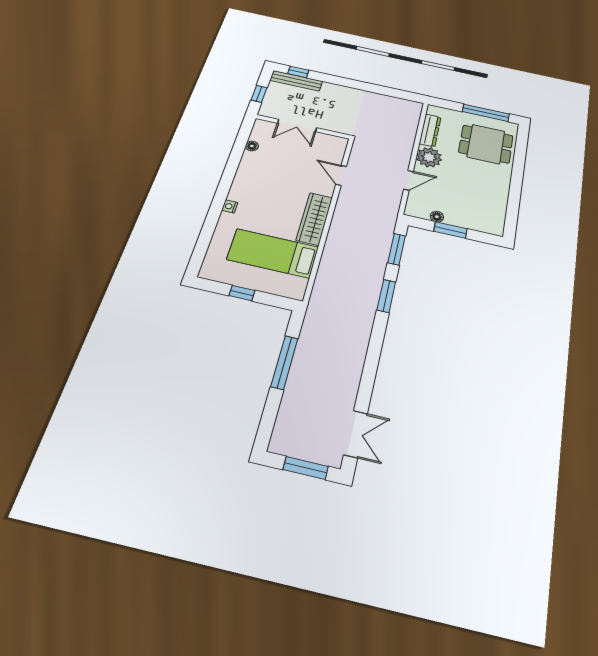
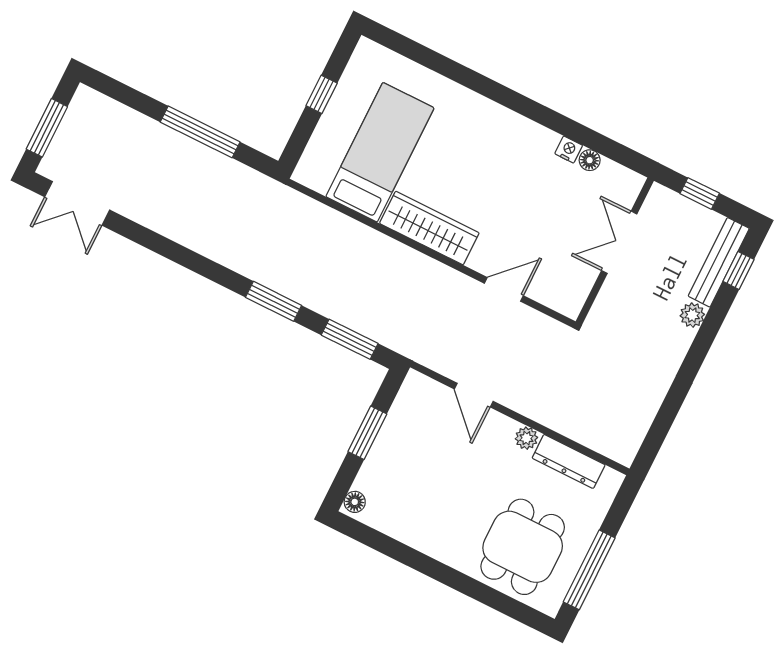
plant: (329, 88) -> (692, 315), added
plant: (429, 157) -> (526, 438), width x0.53, depth x0.53
nightstand: (230, 206) -> (569, 149), moved
floor lamp: (437, 217) -> (355, 502), moved

